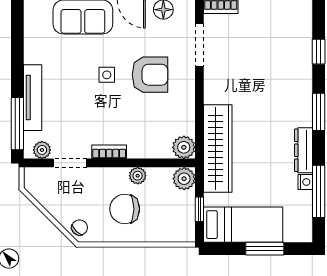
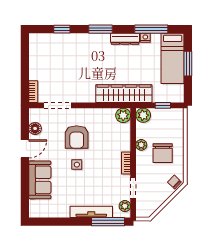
armchair: (150, 75) -> (77, 137), turned 180
bed: (243, 225) -> (173, 58), moved, turned 180

